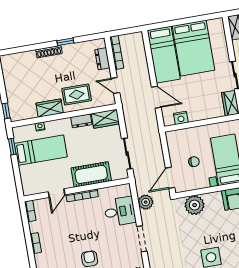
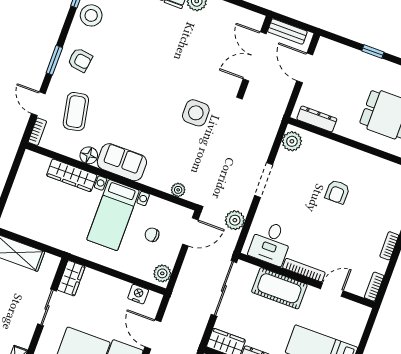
plant: (173, 140) -> (162, 273), added
sliding door: (127, 154) -> (224, 288), width x1.37
plant: (195, 205) -> (178, 190), width x0.53, depth x0.53
desk: (120, 211) -> (271, 243), moved, turned -90

